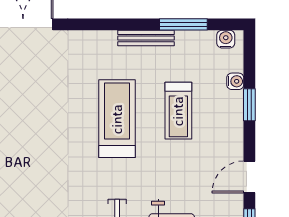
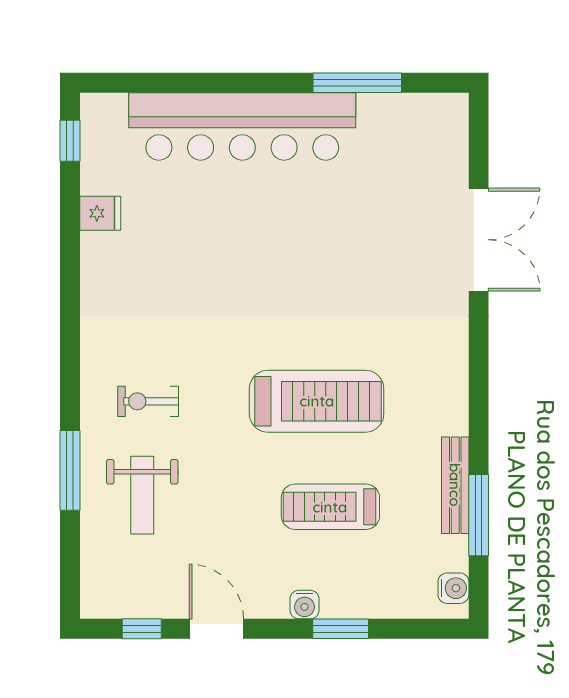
bench: (146, 38) -> (455, 485), moved
water cooler: (235, 81) -> (305, 605), moved

